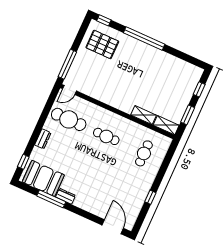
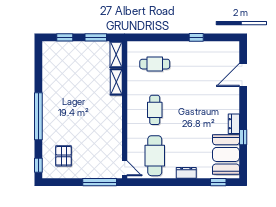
pallet: (102, 44) -> (64, 156), width x0.67, depth x0.71
window: (51, 199) -> (243, 137), width x0.46
door: (113, 227) -> (243, 75), moved

